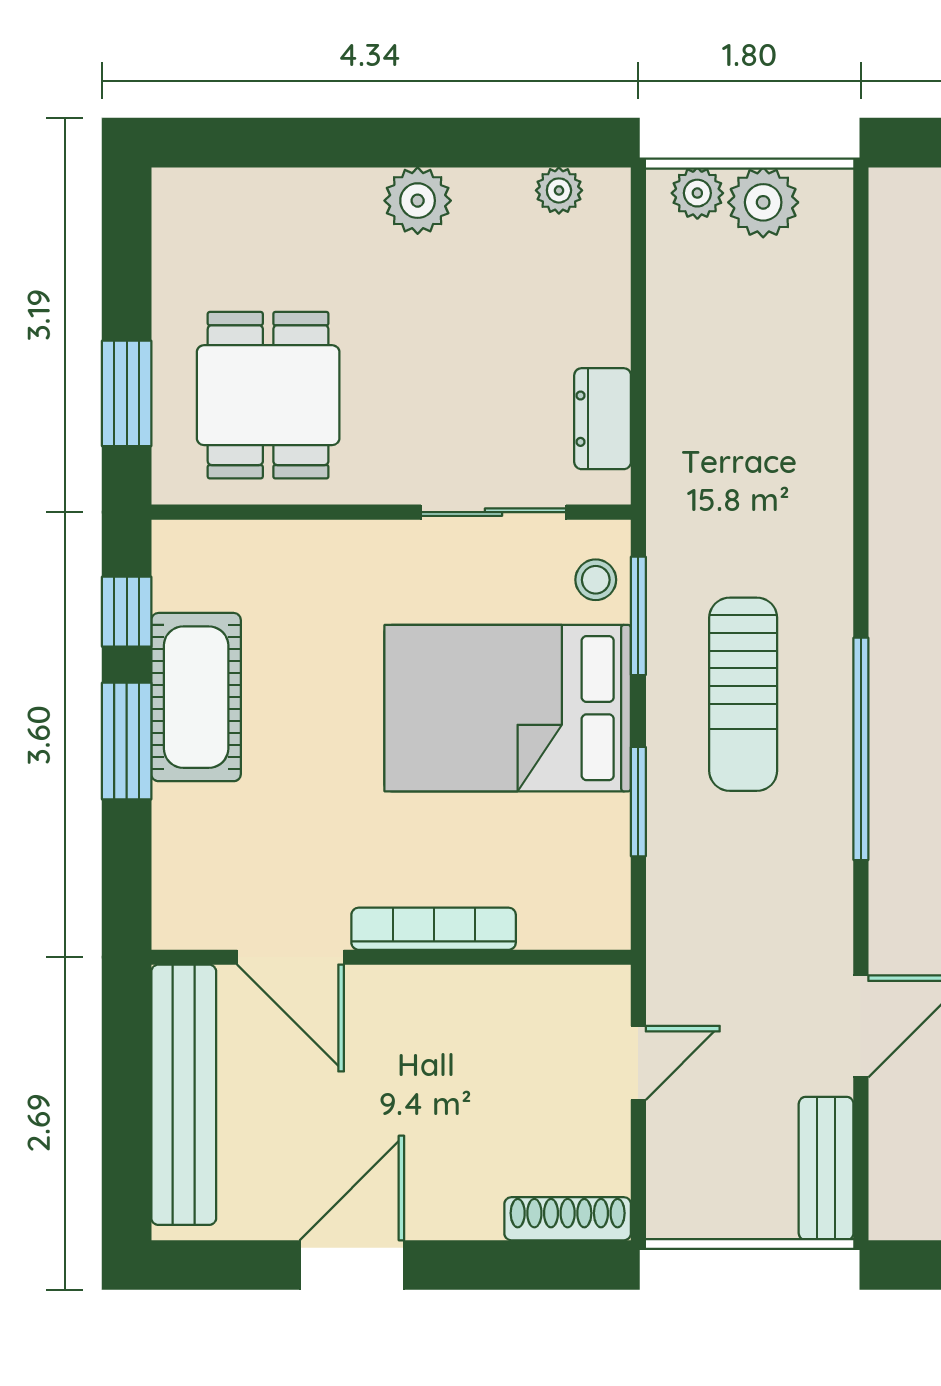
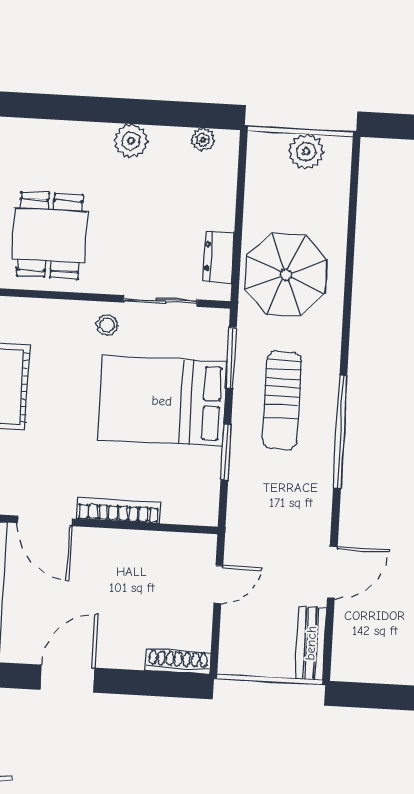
plant: (697, 193) -> (273, 145), removed
parasol: (737, 447) -> (286, 275), added
stool: (596, 580) -> (107, 325), moved

